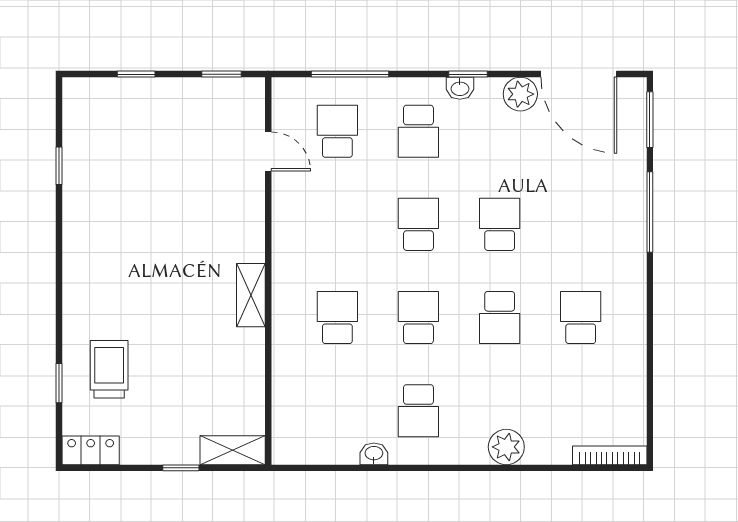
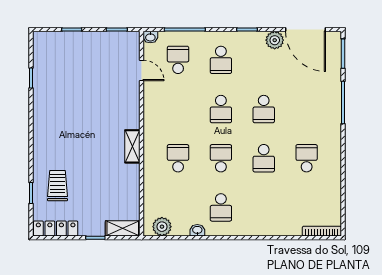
washbasin: (460, 88) -> (150, 37), moved
school desk: (418, 224) -> (221, 109), turned 180
school desk: (500, 224) -> (264, 109), turned 180
plant: (506, 447) -> (162, 227), moved
locker: (91, 450) -> (56, 228), width x1.53

